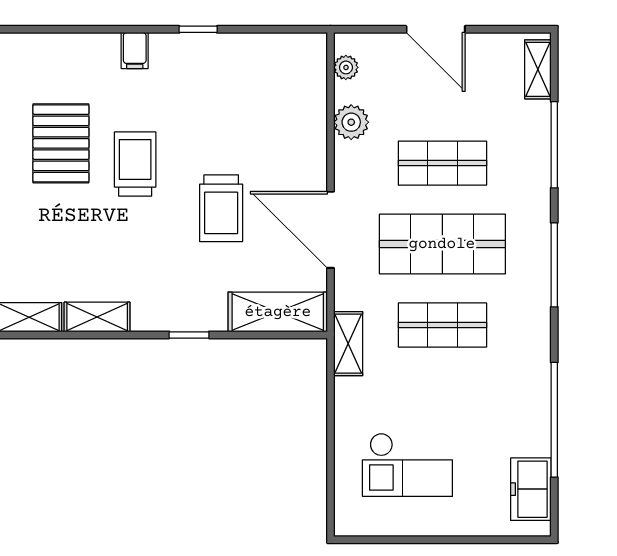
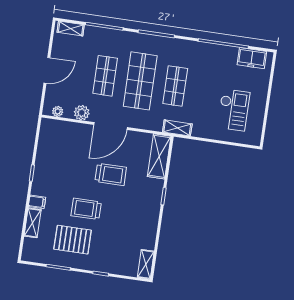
door: (331, 230) -> (111, 126), moved
shelving: (97, 317) -> (33, 223), moved

